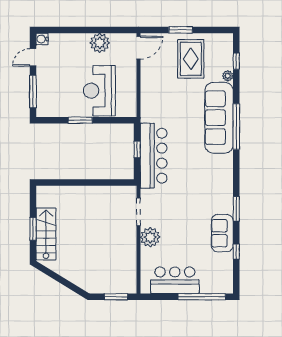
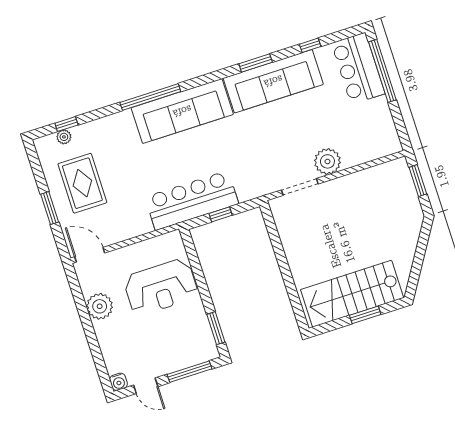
rug: (191, 59) -> (82, 183), turned 90
plant: (228, 76) -> (64, 137), moved
sofa: (219, 118) -> (182, 111), moved
window: (80, 120) -> (216, 328), moved
bar counter: (154, 156) -> (192, 200), moved
sofa: (222, 233) -> (273, 81), width x1.85, depth x1.27
stairs: (46, 234) -> (352, 294), width x1.36, depth x1.51
bar counter: (175, 280) -> (358, 68), moved

